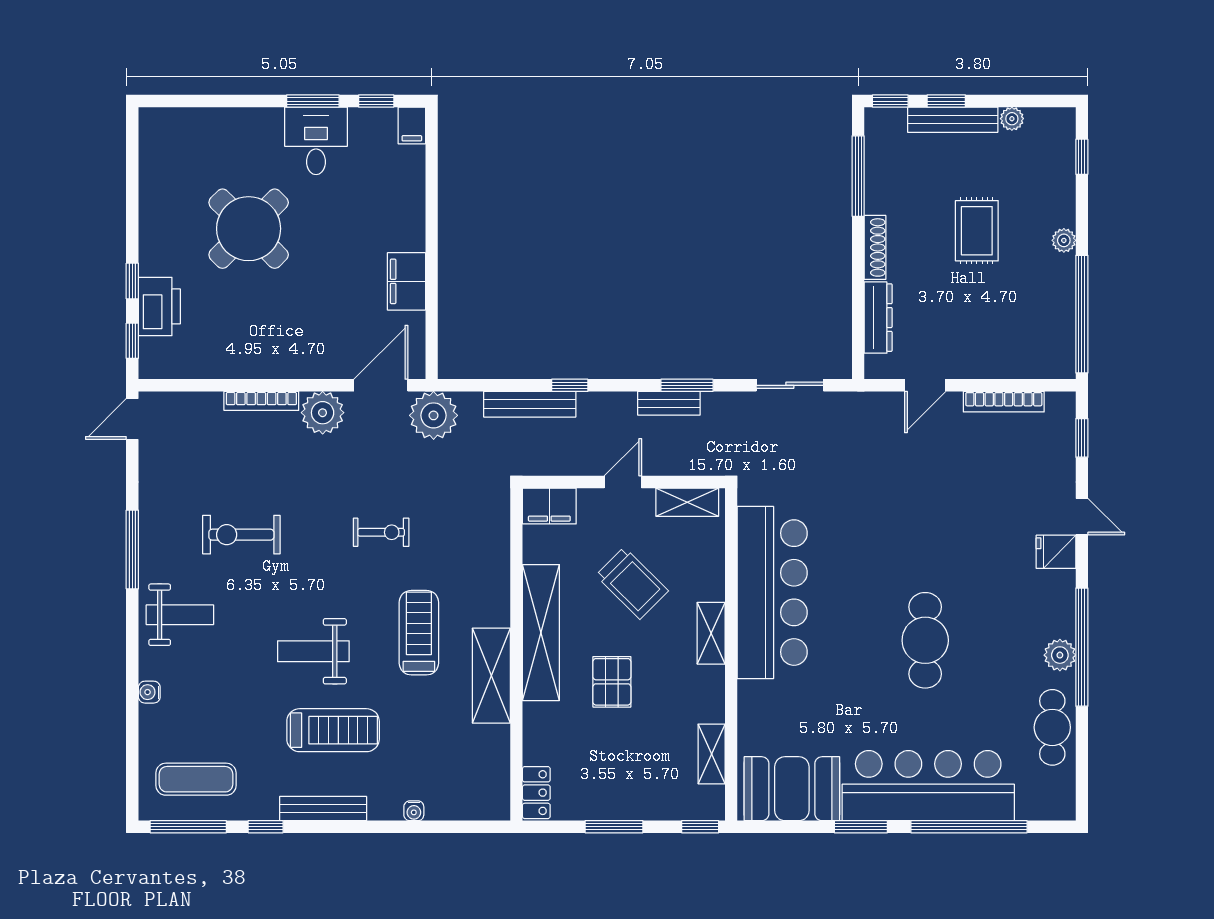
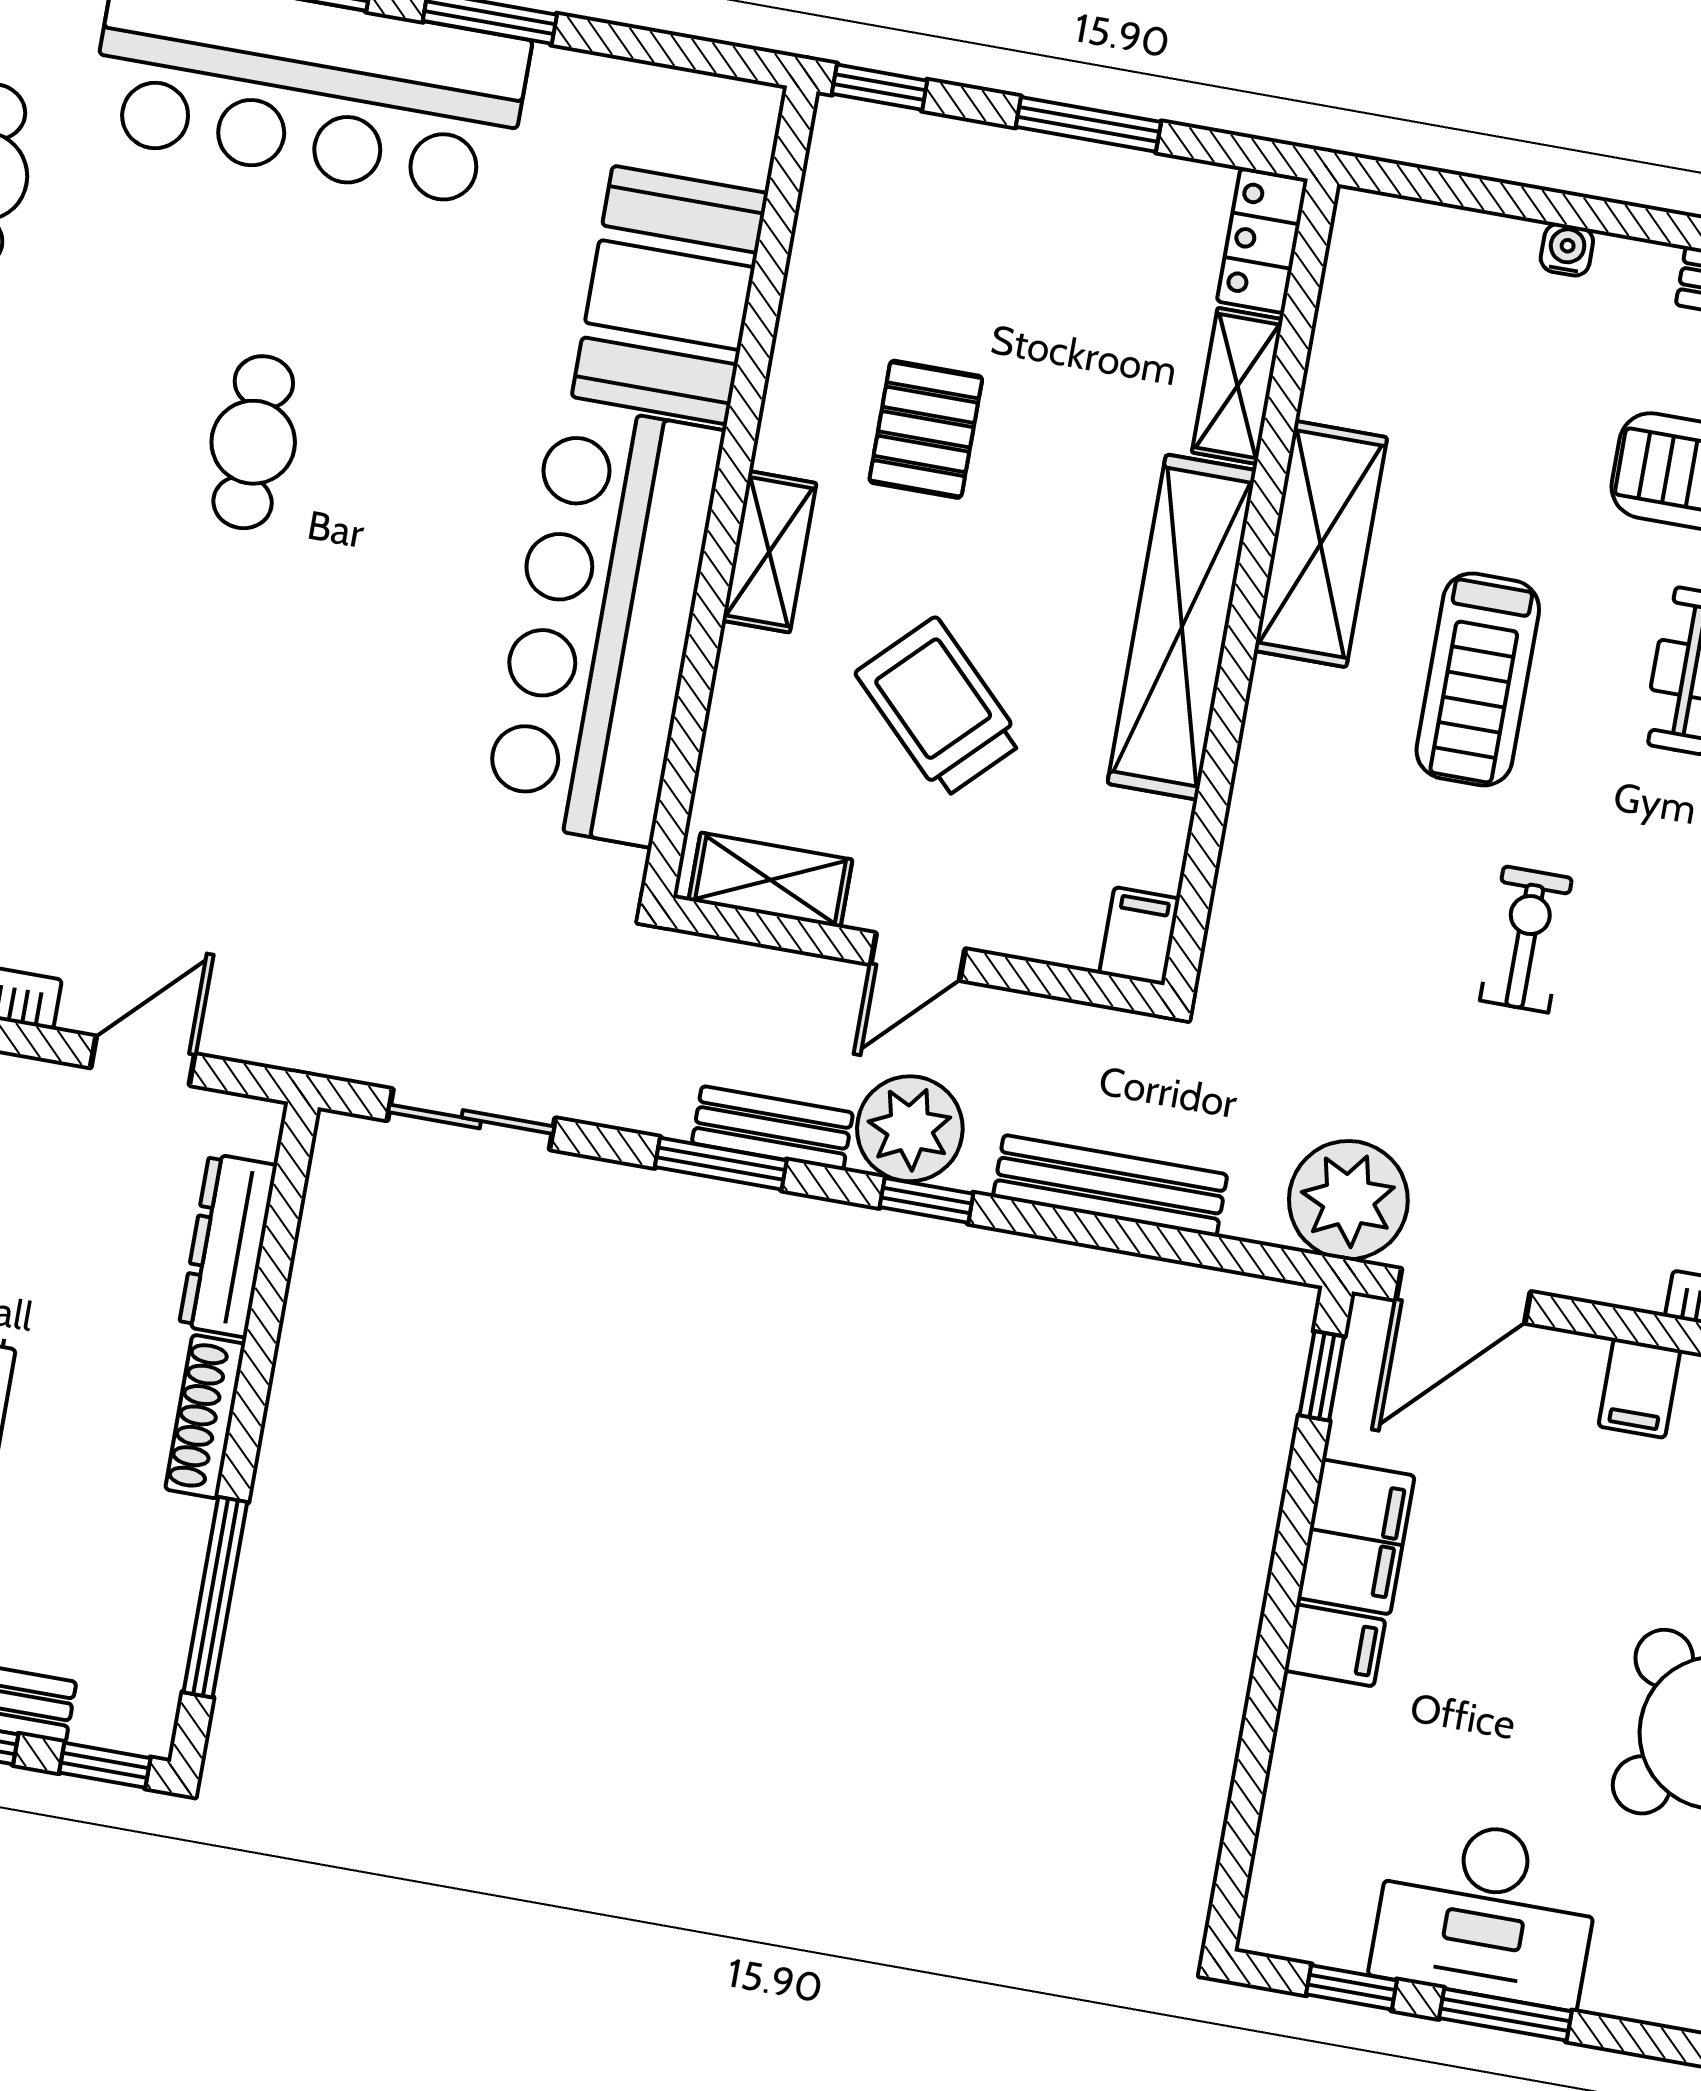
filing cabinet: (412, 125) -> (1335, 1645), moved, turned 90
desk: (316, 141) -> (1486, 1912), width x1.37
window: (432, 343) -> (1322, 1376), added
filing cabinet: (304, 361) -> (1639, 1388), added
window: (570, 385) -> (926, 1200), moved
plant: (323, 413) -> (910, 1129), moved
filing cabinet: (549, 506) -> (1139, 936), width x0.50
exercise bike: (381, 532) -> (1526, 939), turned 90
cafe table: (925, 640) -> (253, 442), width x0.73, depth x0.74
pallet: (612, 682) -> (926, 429), moved
shelving: (712, 754) -> (1237, 386), moved
booth: (792, 789) -> (670, 295), moved, turned 90

